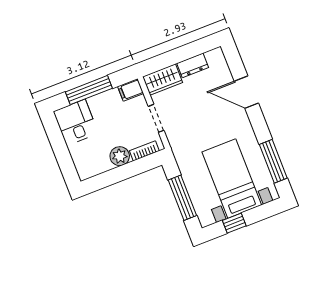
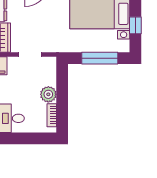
bookcase: (144, 151) -> (52, 115), moved

